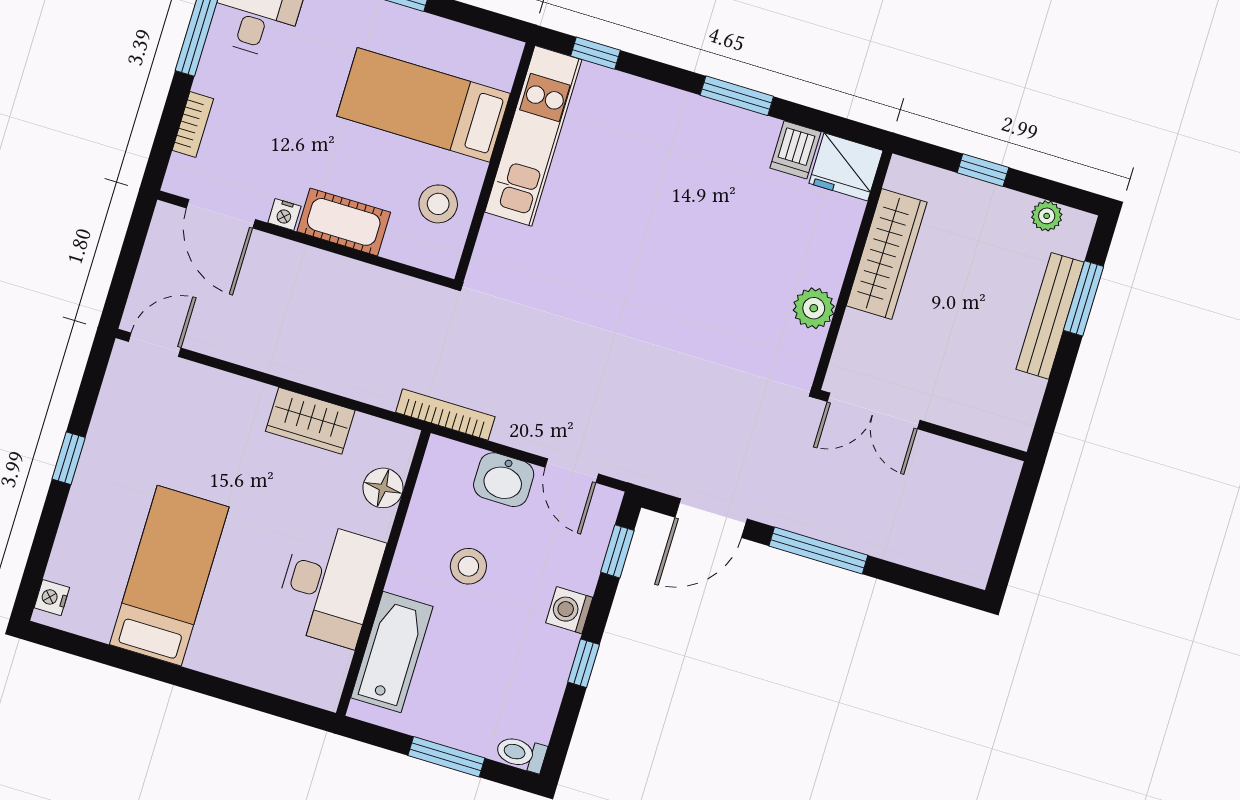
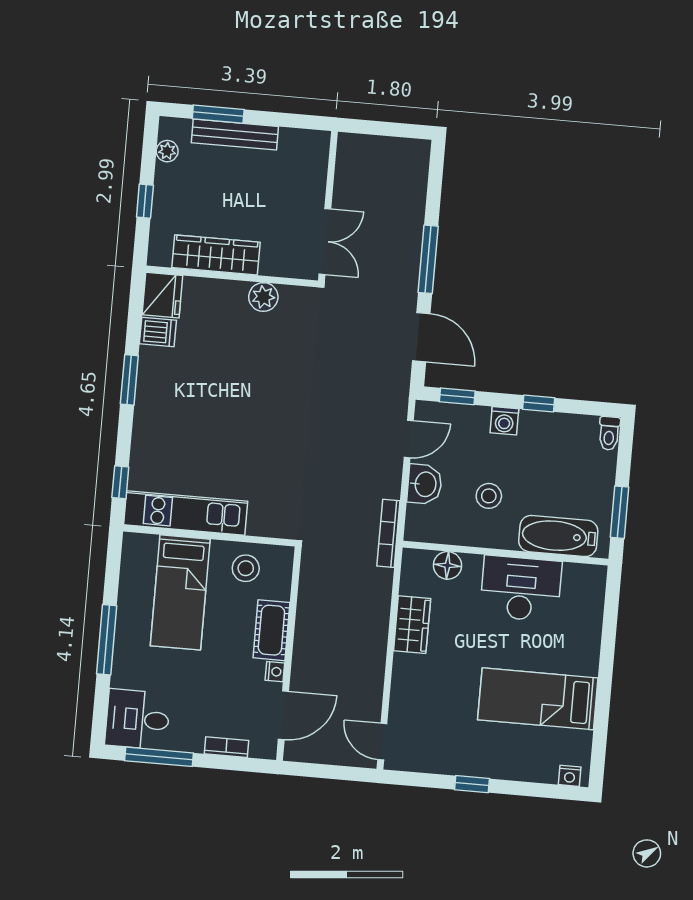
window: (446, 757) -> (620, 512), moved

